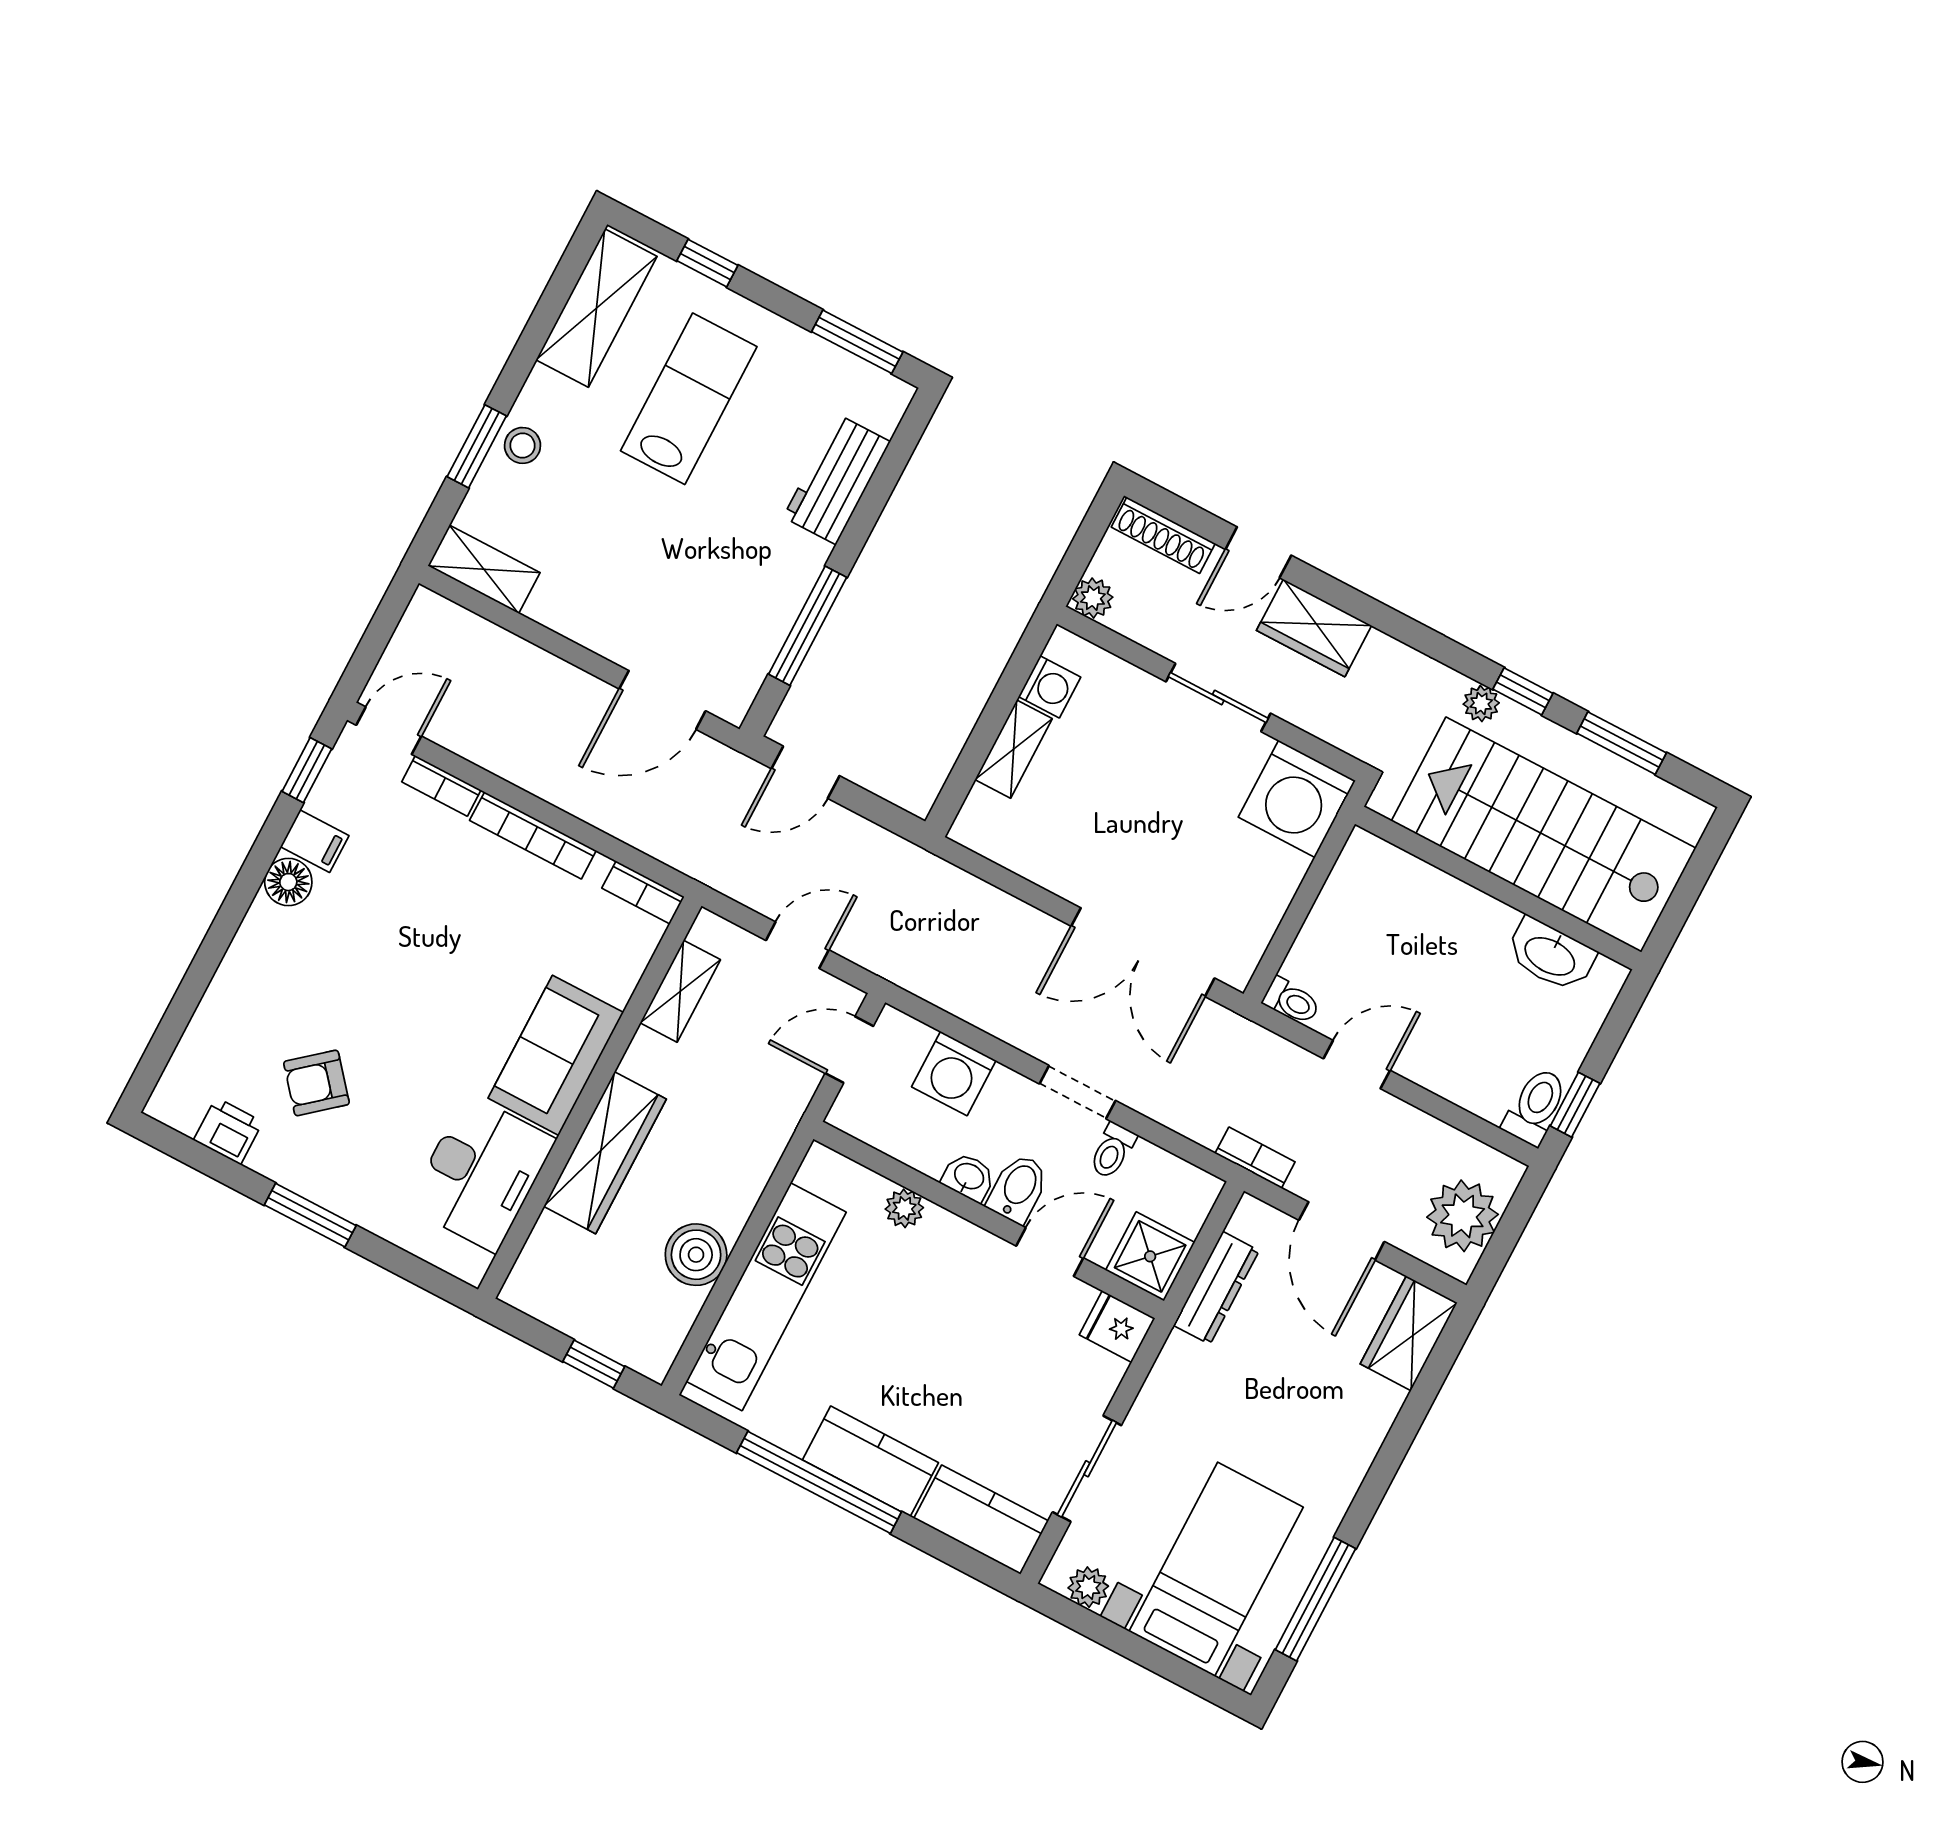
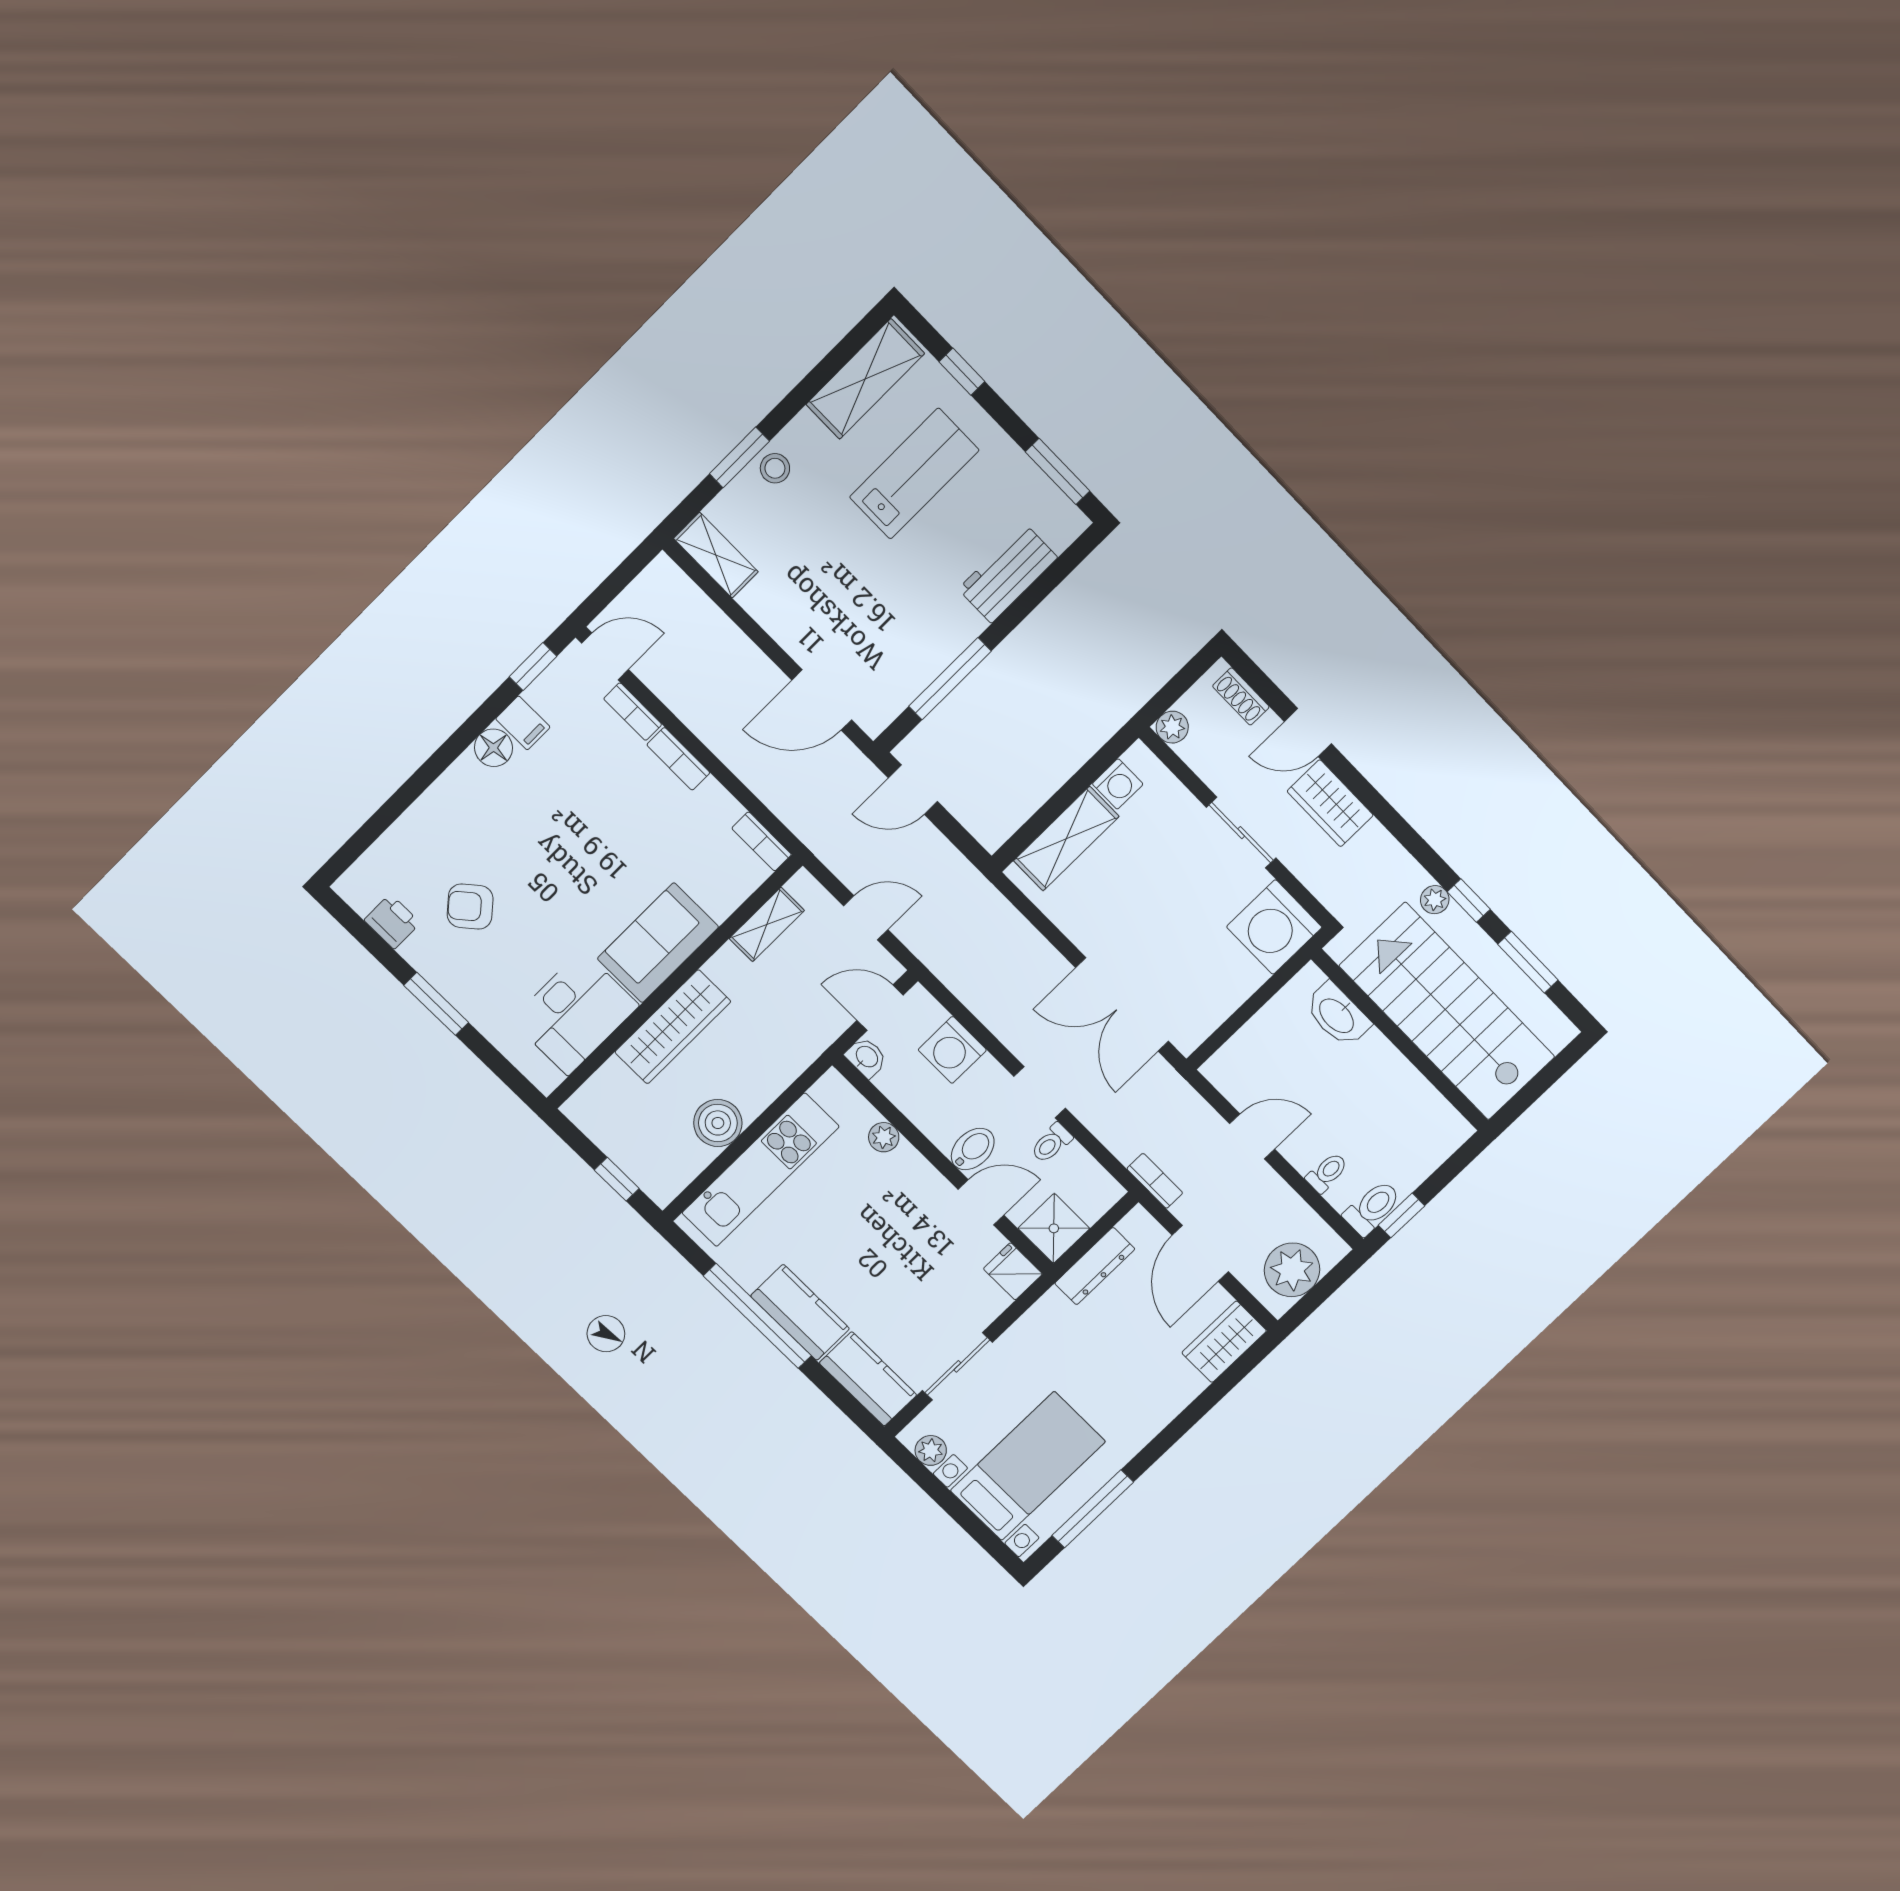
shoe rack: (1163, 535) -> (1241, 696), width x0.70
shelving: (1014, 749) -> (1066, 839), width x1.50, depth x1.33
bookcase: (533, 835) -> (678, 759), width x0.64
washbasin: (1550, 955) -> (1337, 1015), moved
toilet: (1292, 1001) -> (1327, 1173), moved, turned -90
washbasin: (969, 1177) -> (866, 1057), moved

